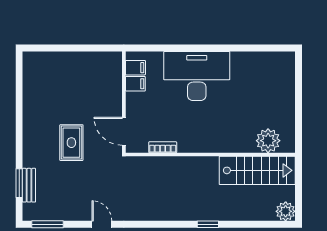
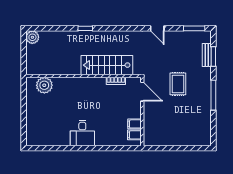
desk: (197, 76) -> (82, 133), width x0.53, depth x0.77
window: (19, 126) -> (213, 95), added
stairs: (257, 170) -> (107, 65), moved

